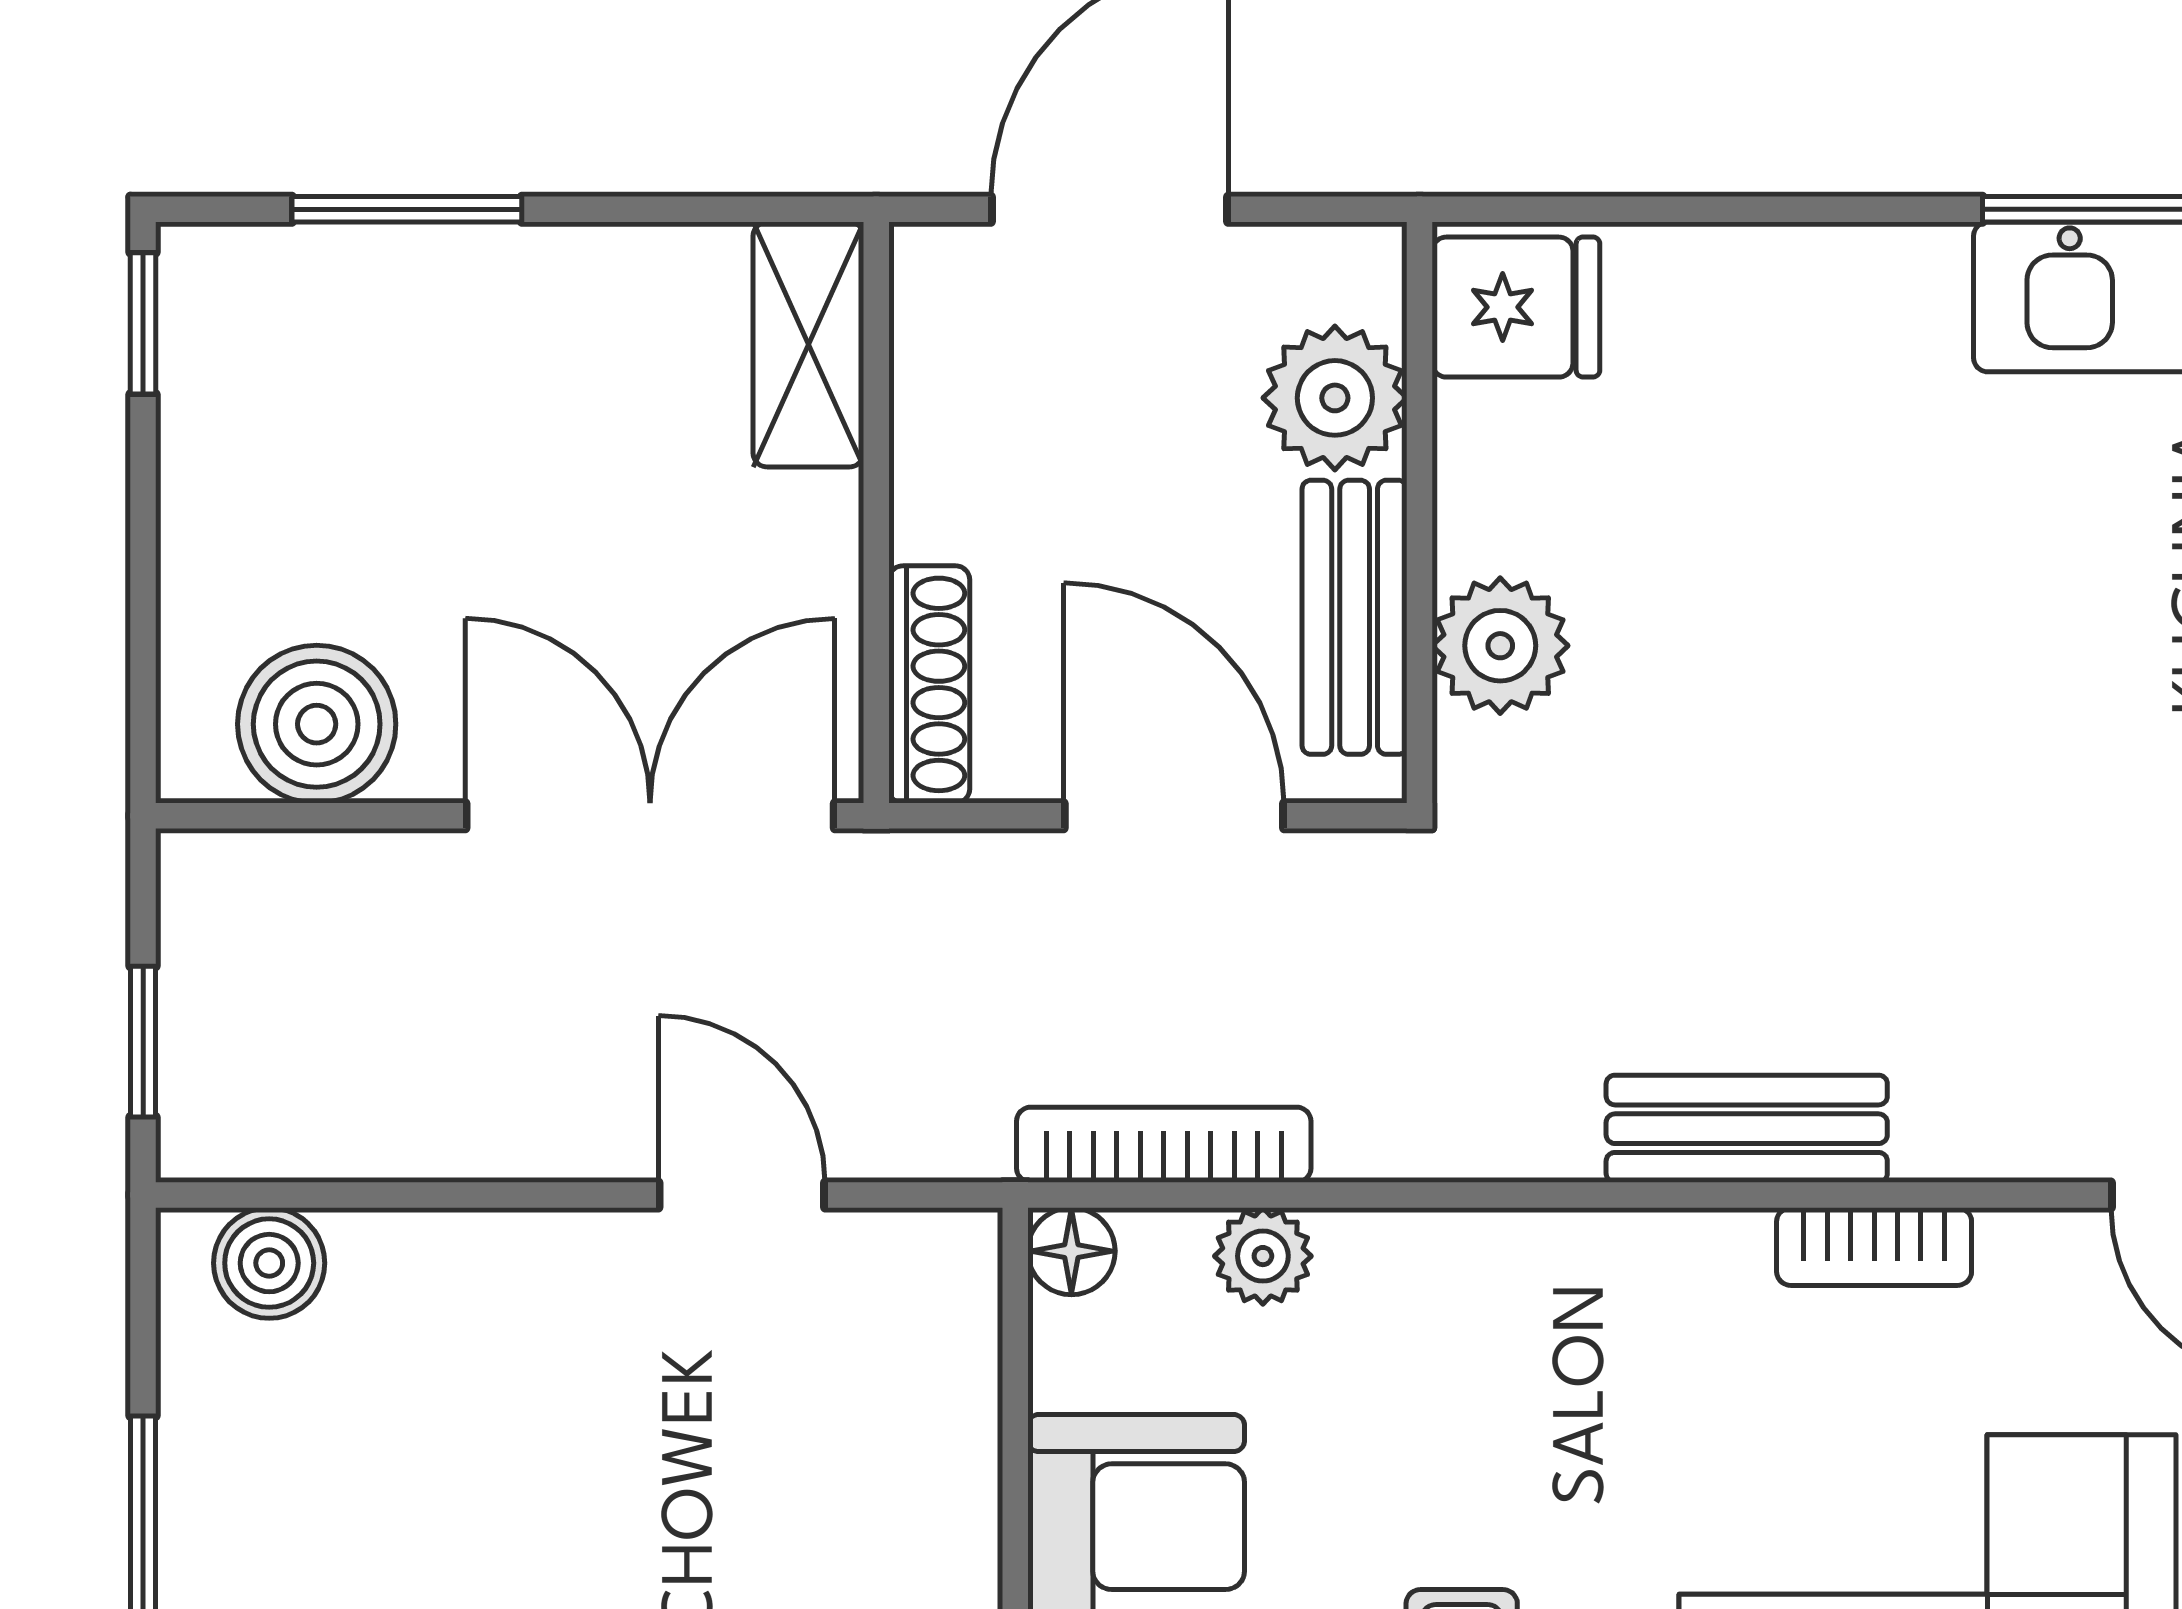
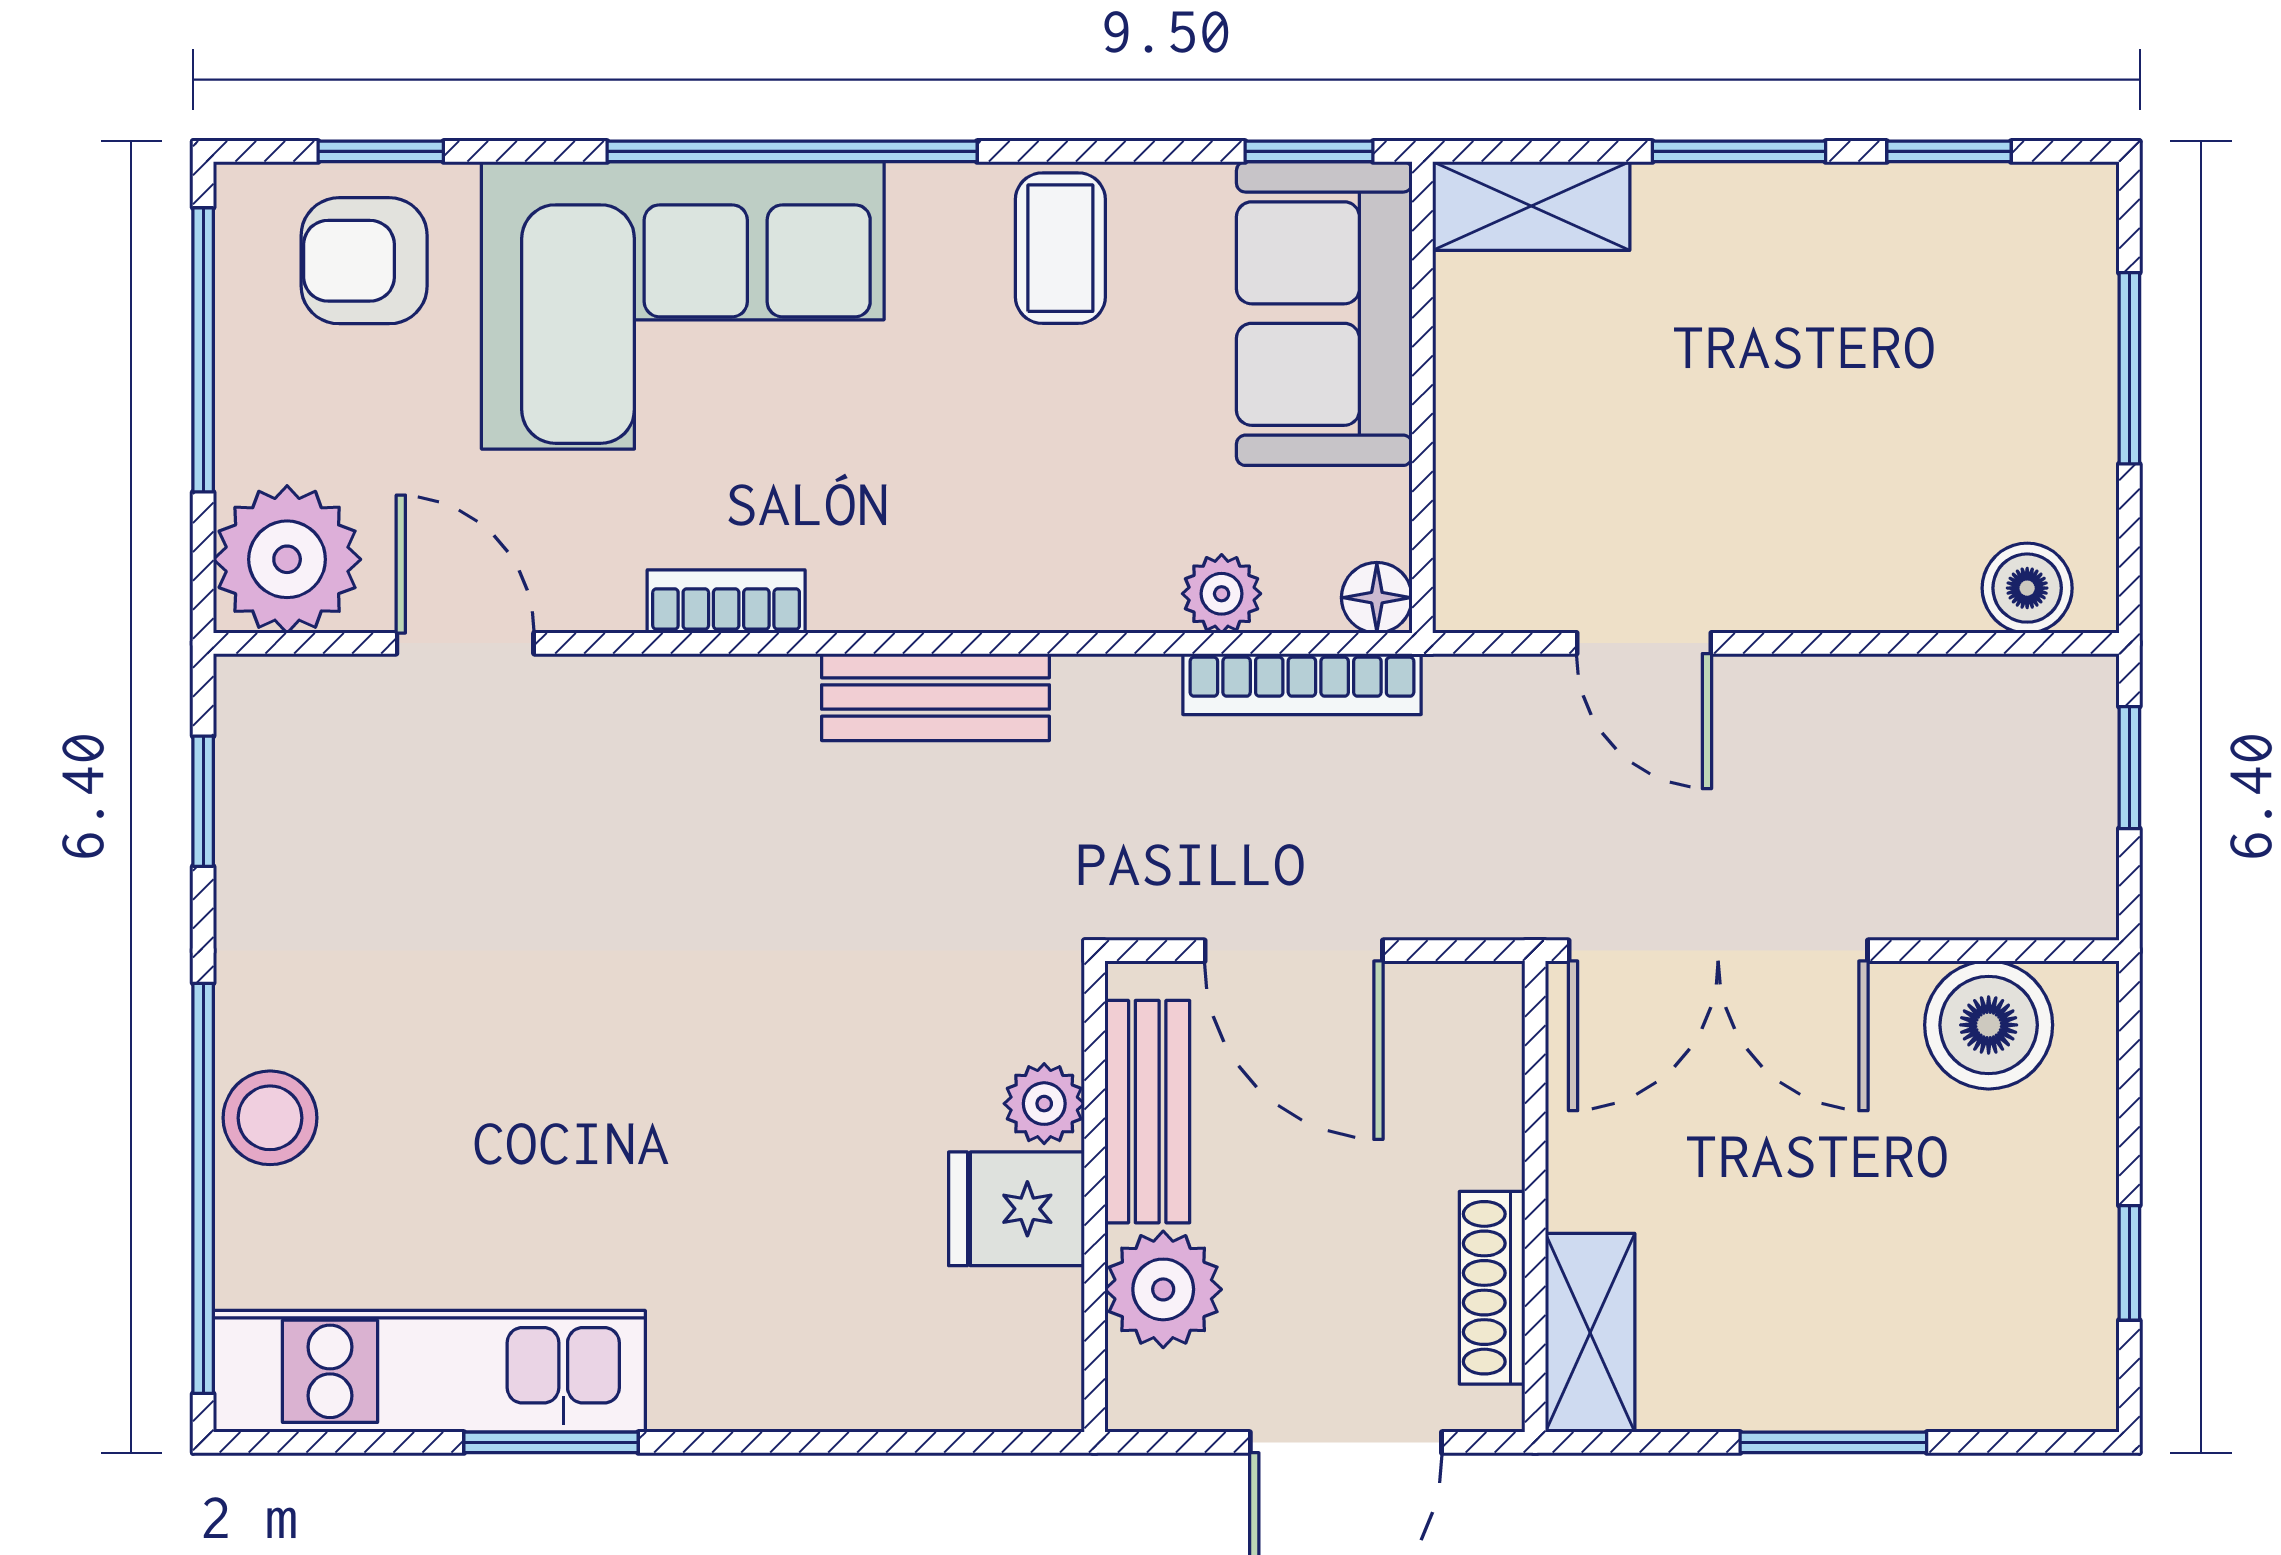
window: (407, 209) -> (1833, 1442), moved
fridge: (1516, 307) -> (1016, 1209), moved
window: (143, 323) -> (2129, 1263), moved
plant: (1500, 646) -> (1044, 1104), width x0.73, depth x0.73
shoe rack: (929, 684) -> (1492, 1288), moved
bench: (1747, 1129) -> (936, 697), moved

